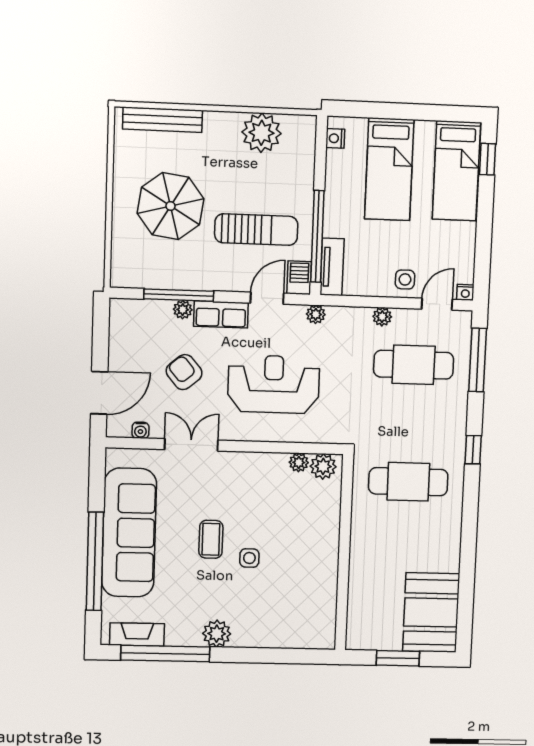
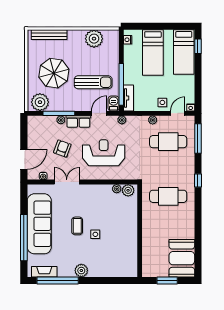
plant: (138, 269) -> (40, 102), added
armchair: (184, 372) -> (62, 148), turned 60

